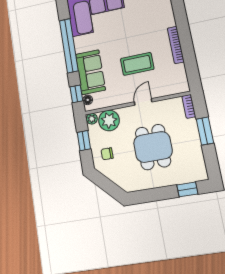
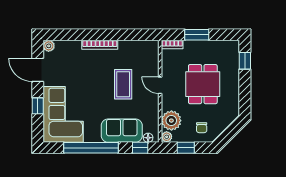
bookcase: (176, 45) -> (100, 45), moved
dining table: (153, 147) -> (203, 84), turned 90

